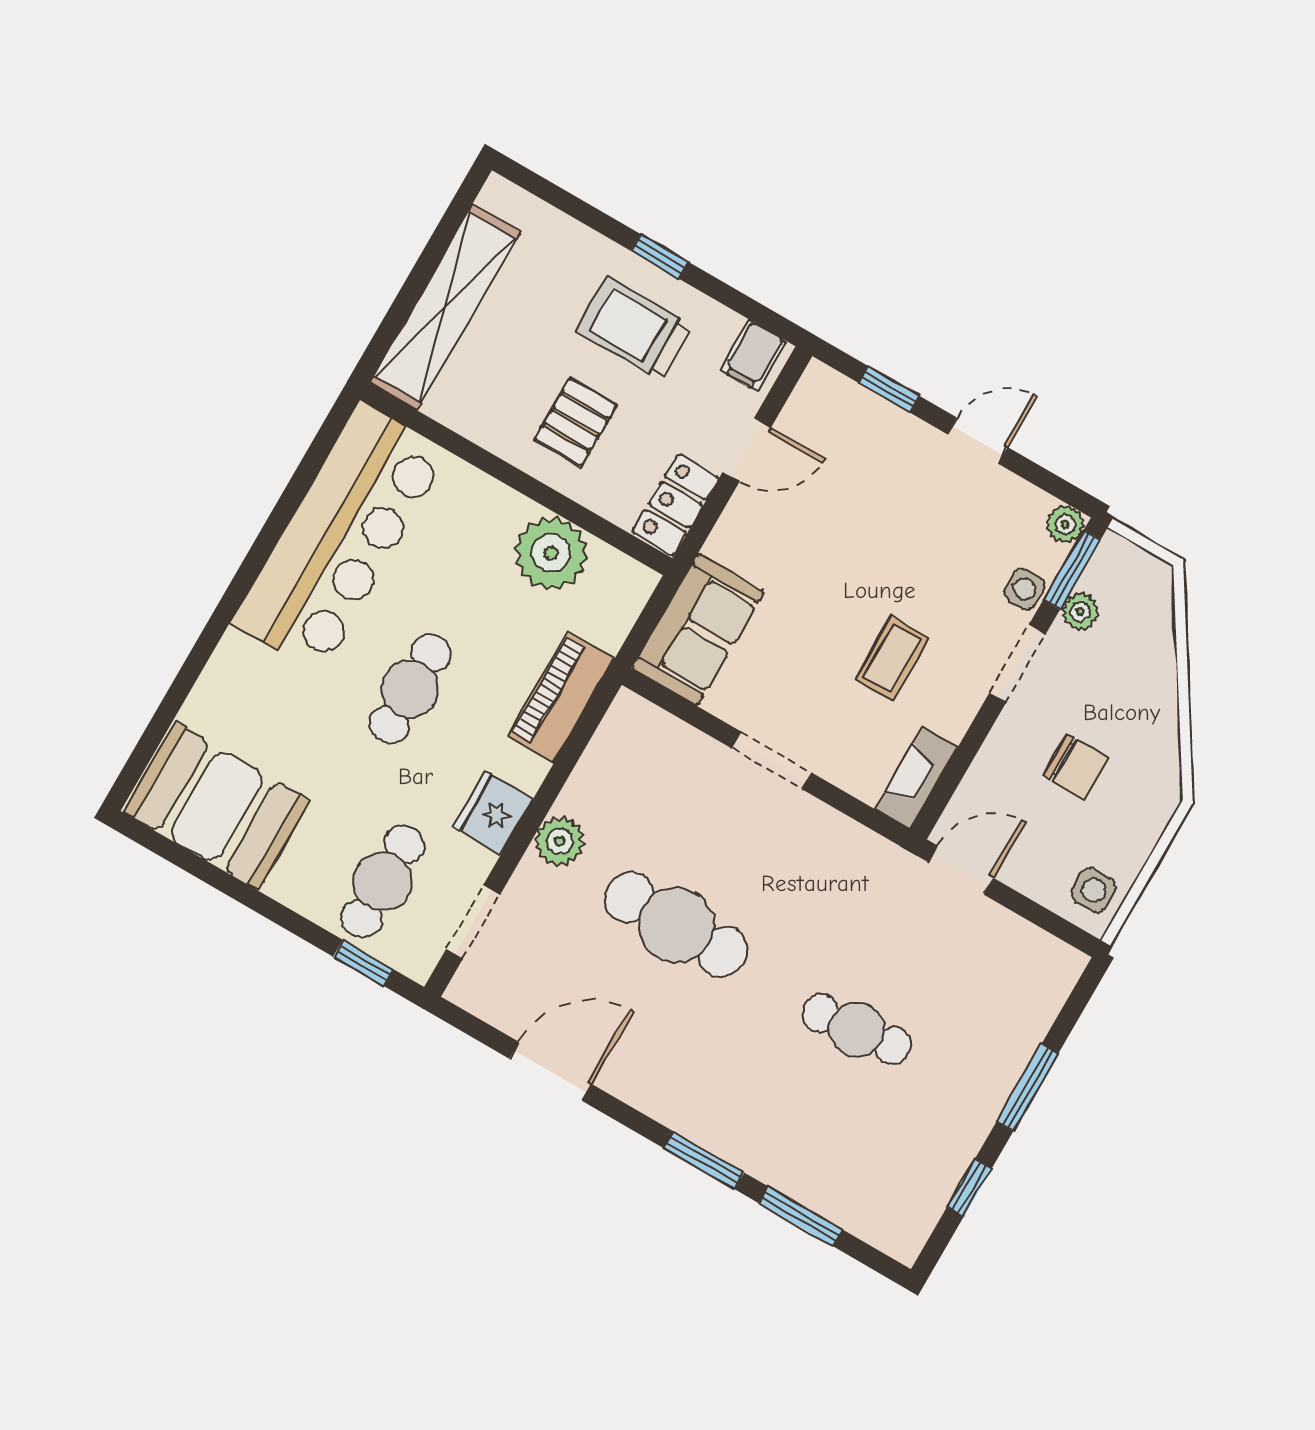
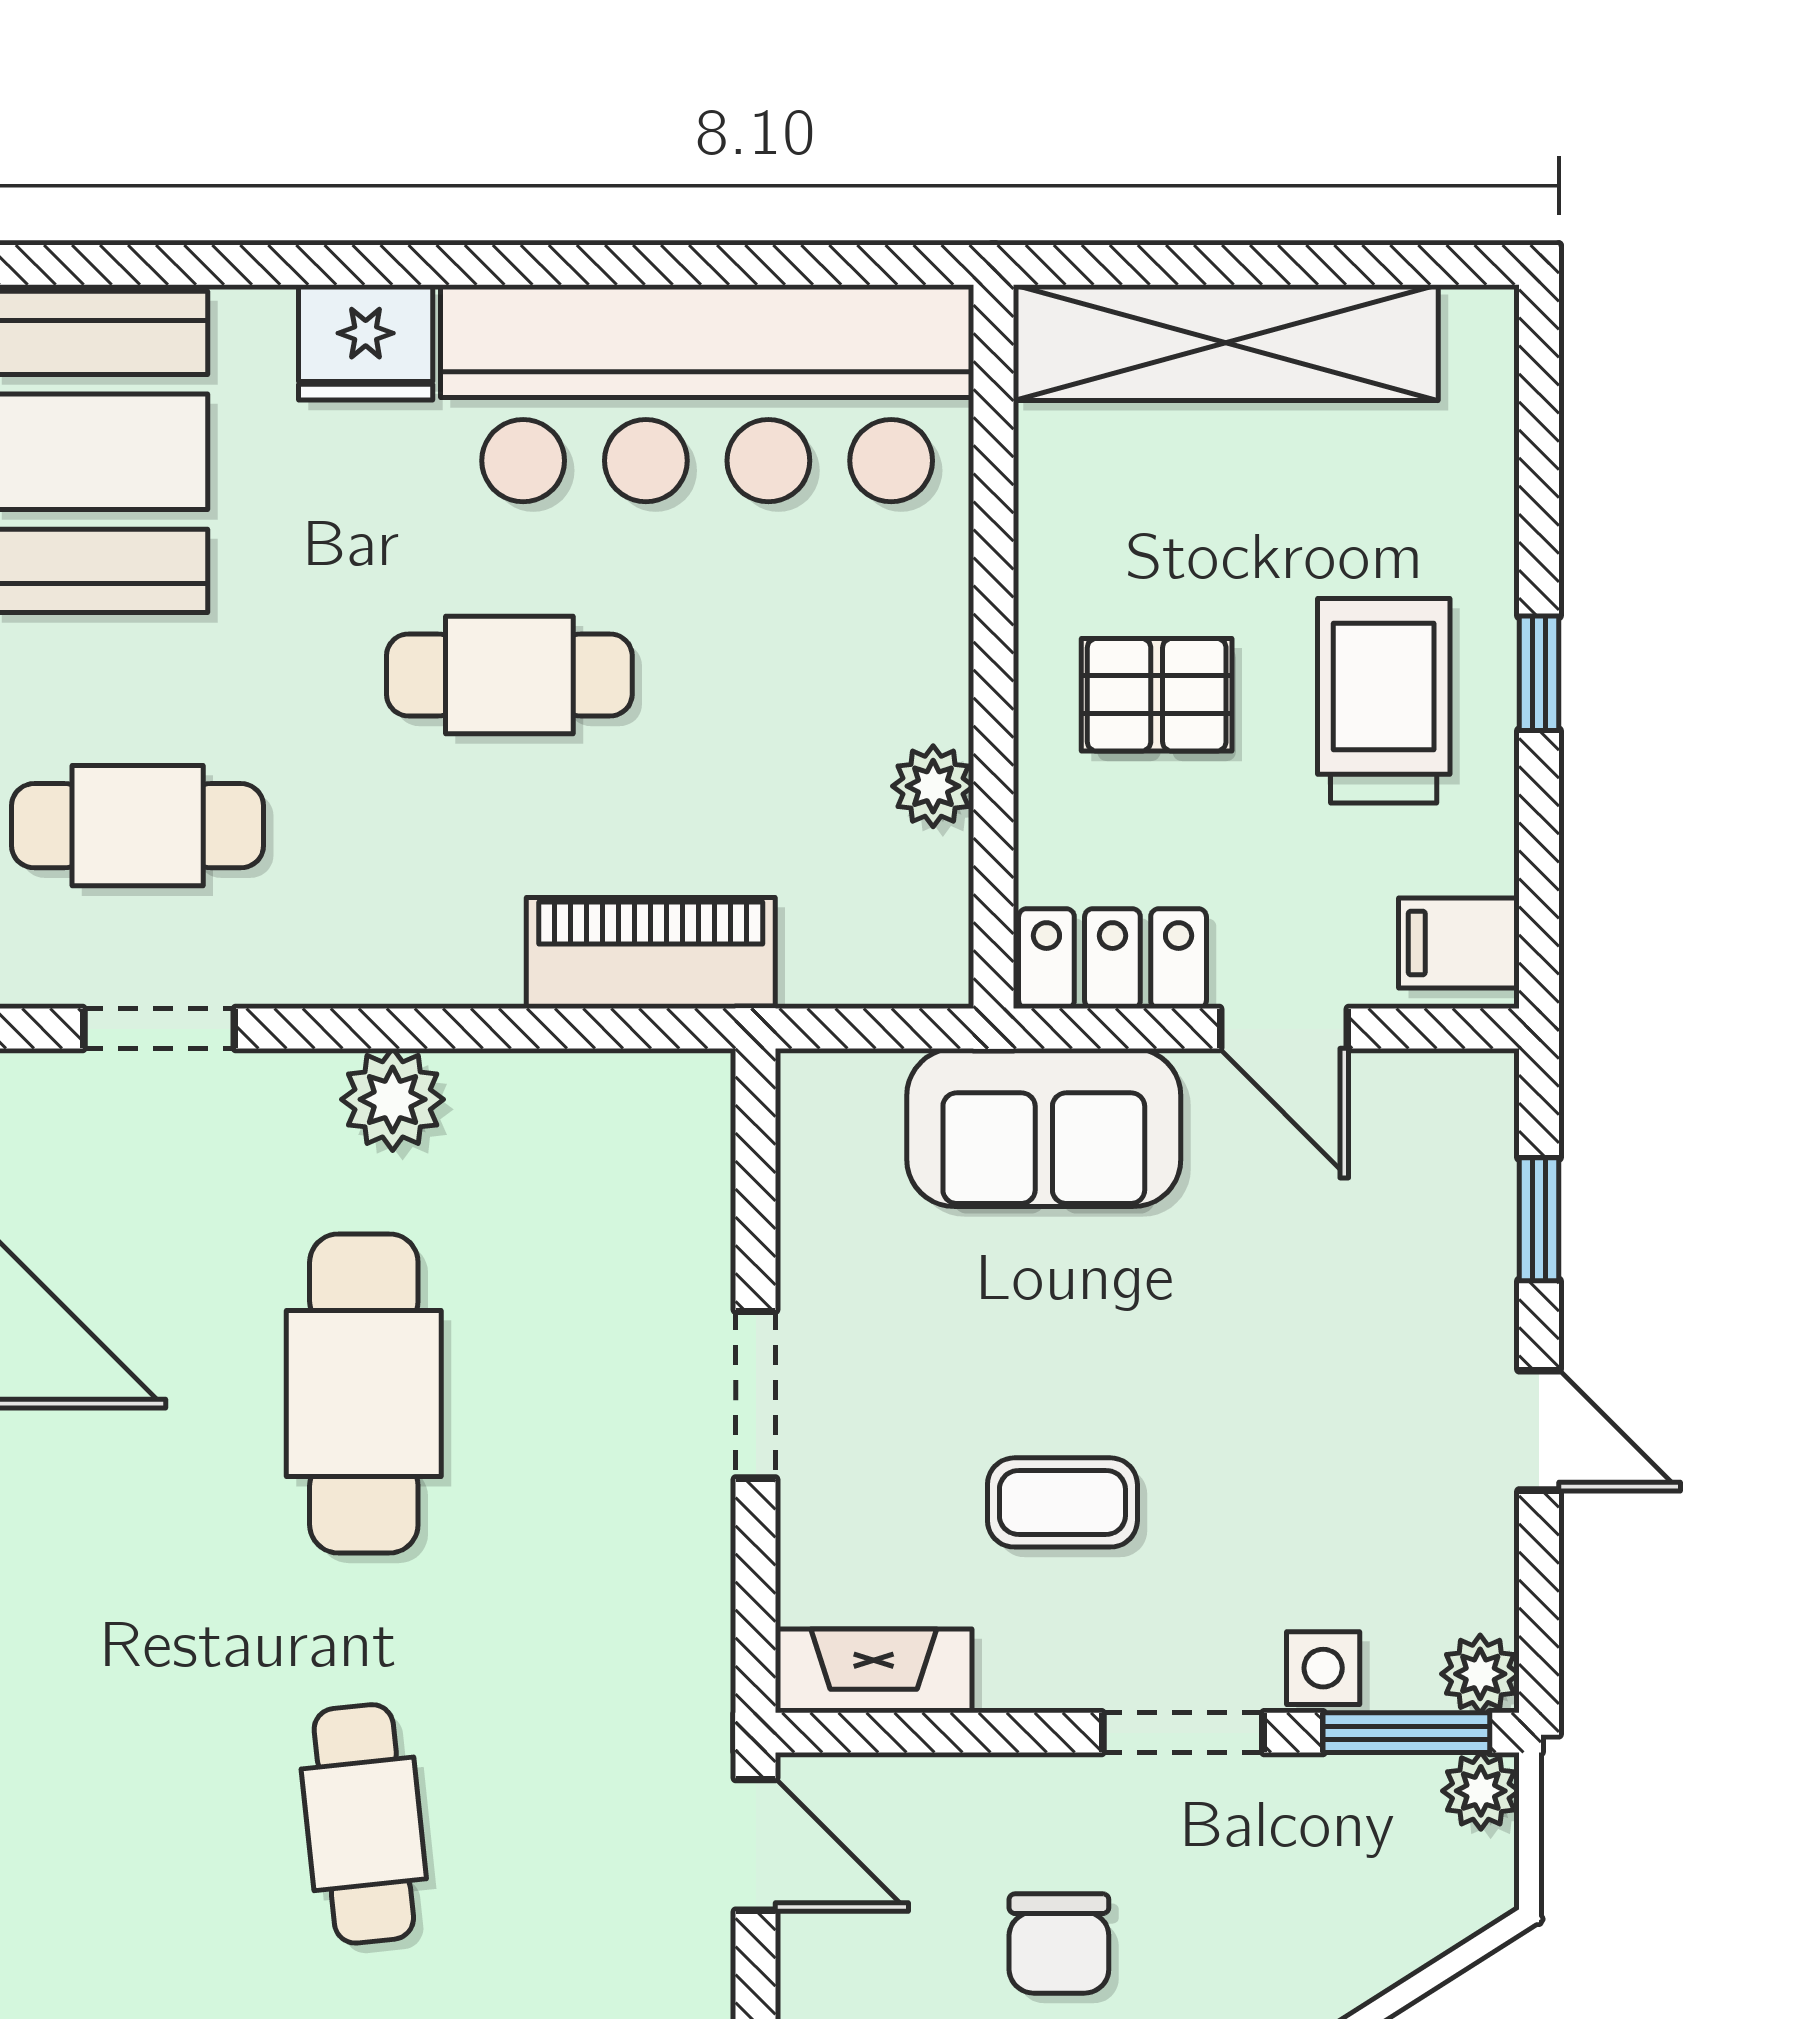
plant: (551, 553) -> (933, 786), width x0.53, depth x0.53
plant: (1080, 612) -> (1481, 1791), moved
sofa: (698, 630) -> (1044, 1128), moved
fridge: (493, 813) -> (366, 342), moved, turned 180

